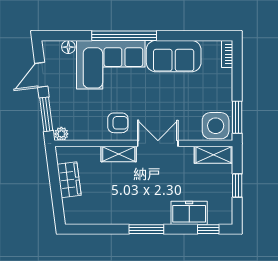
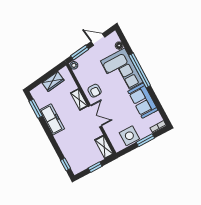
window: (237, 117) -> (145, 140), moved
side table: (216, 126) -> (129, 136), moved
freezer: (189, 213) -> (52, 119), moved, width x1.40
window: (146, 229) -> (36, 109), moved

